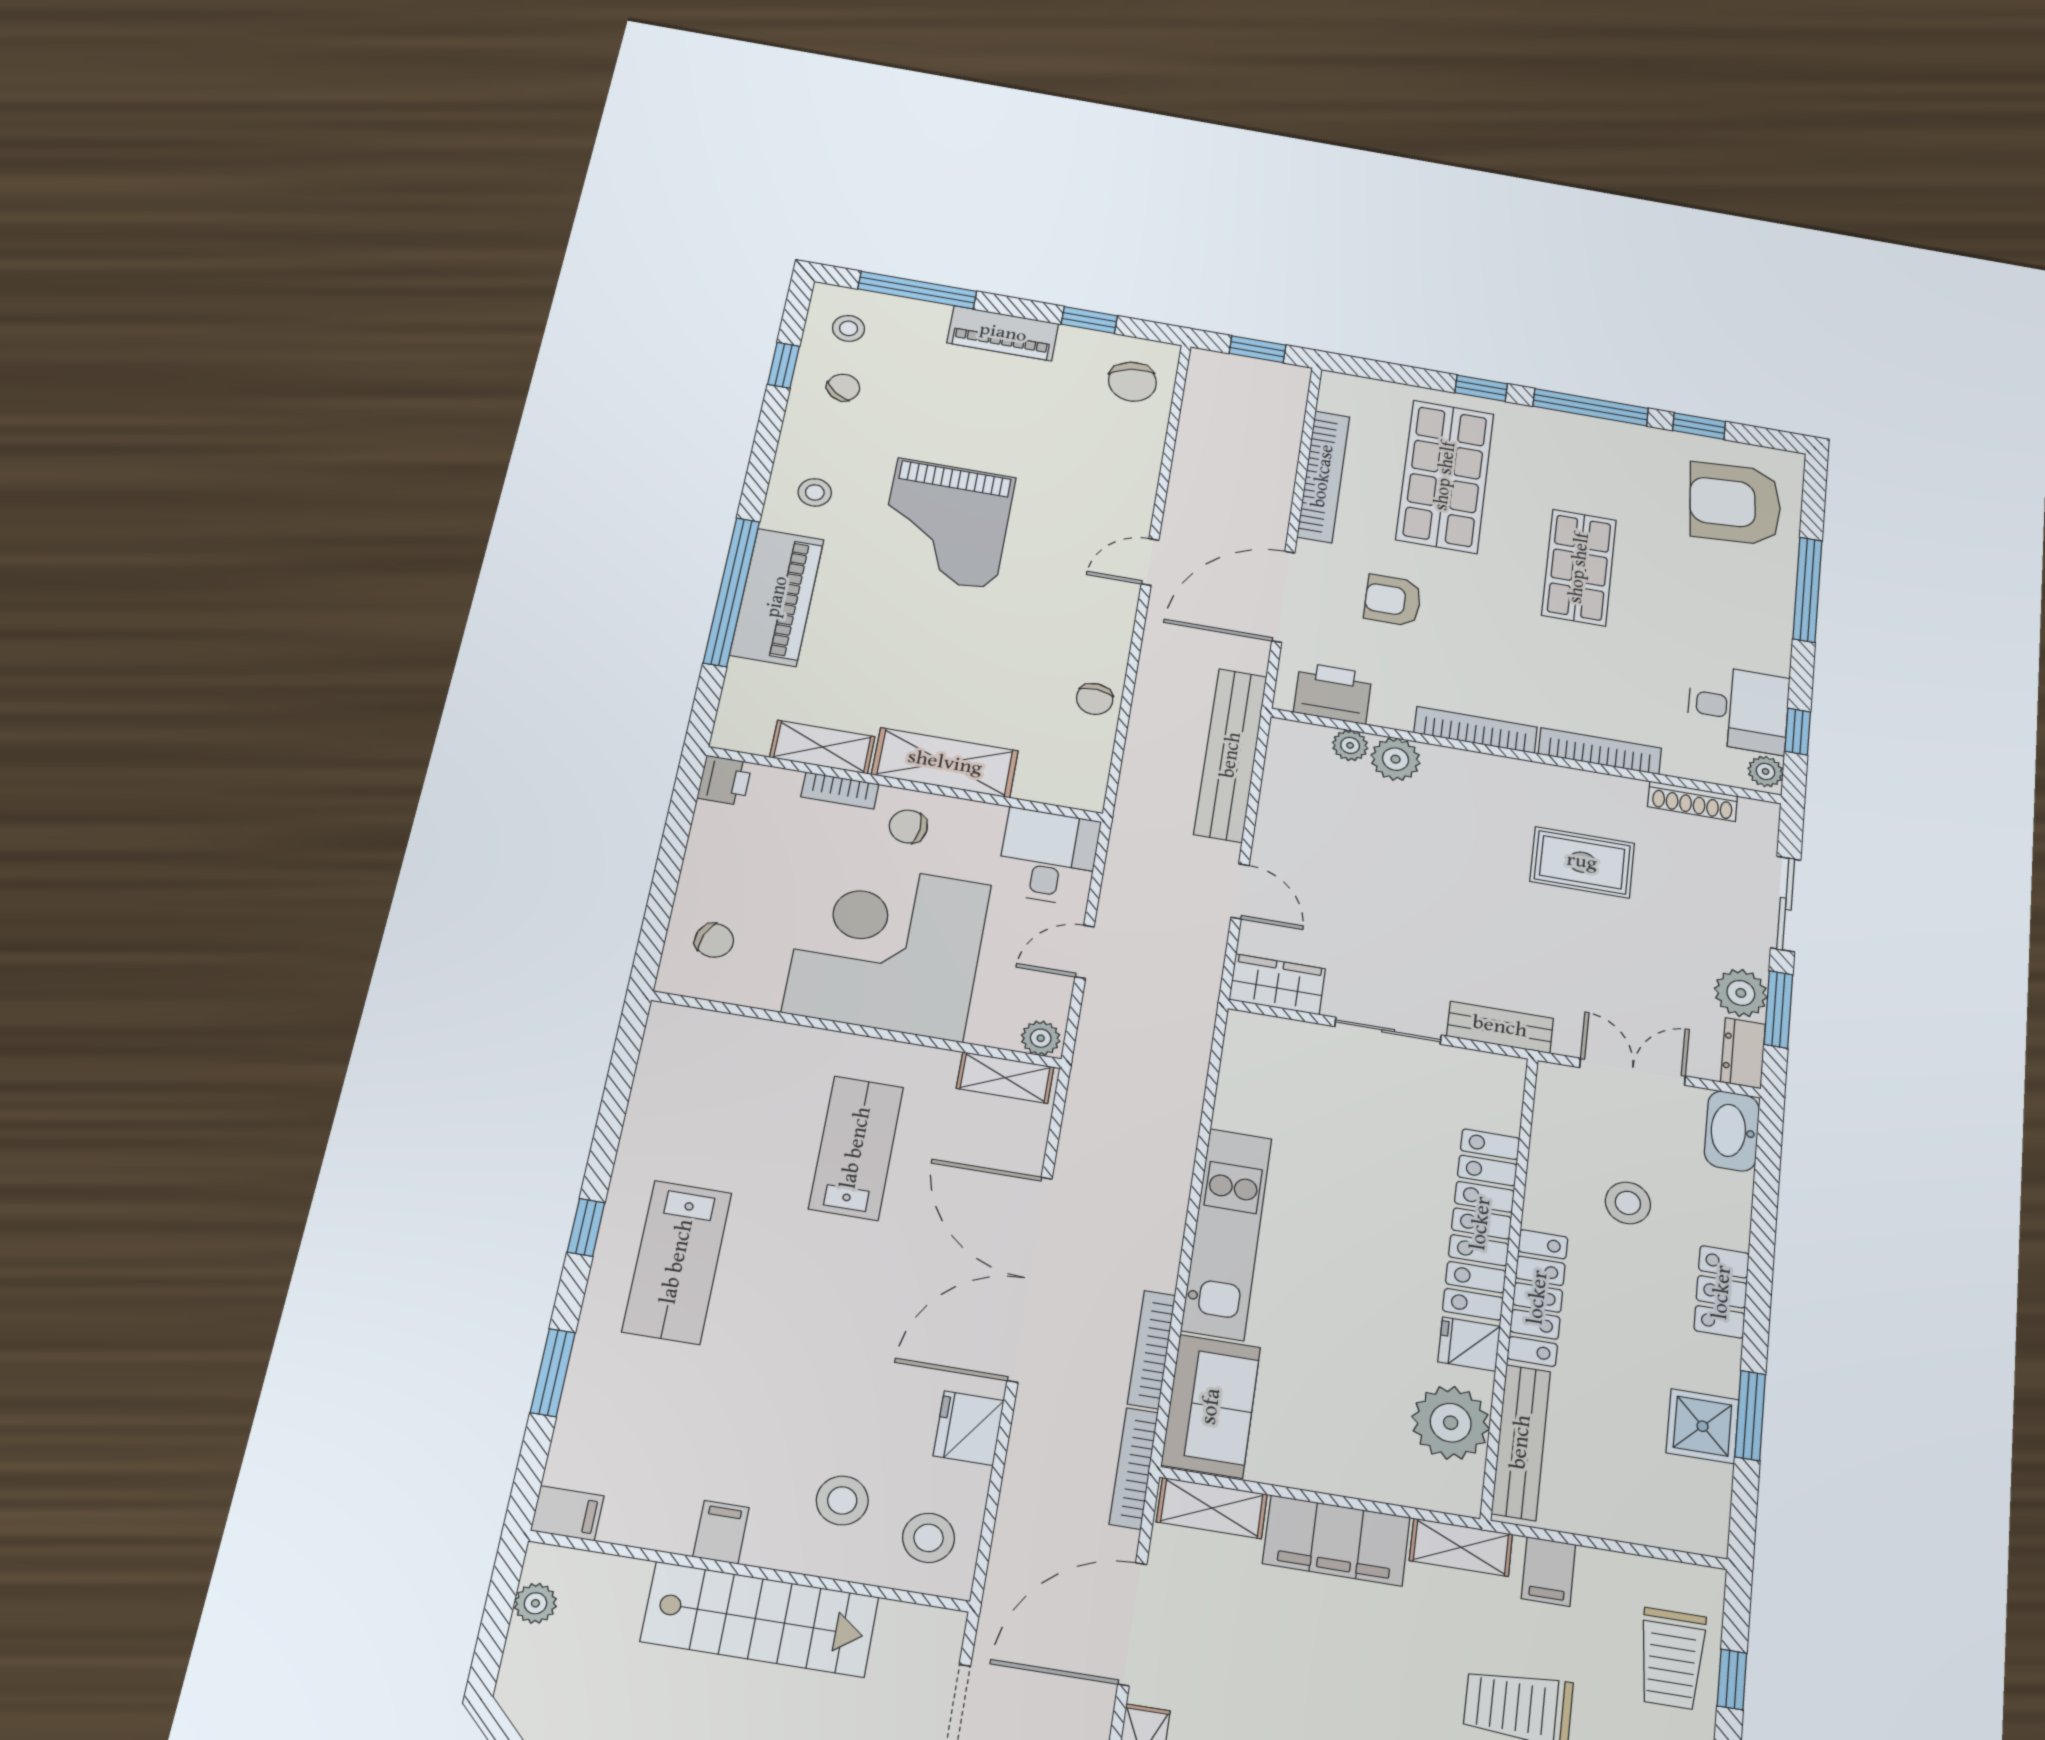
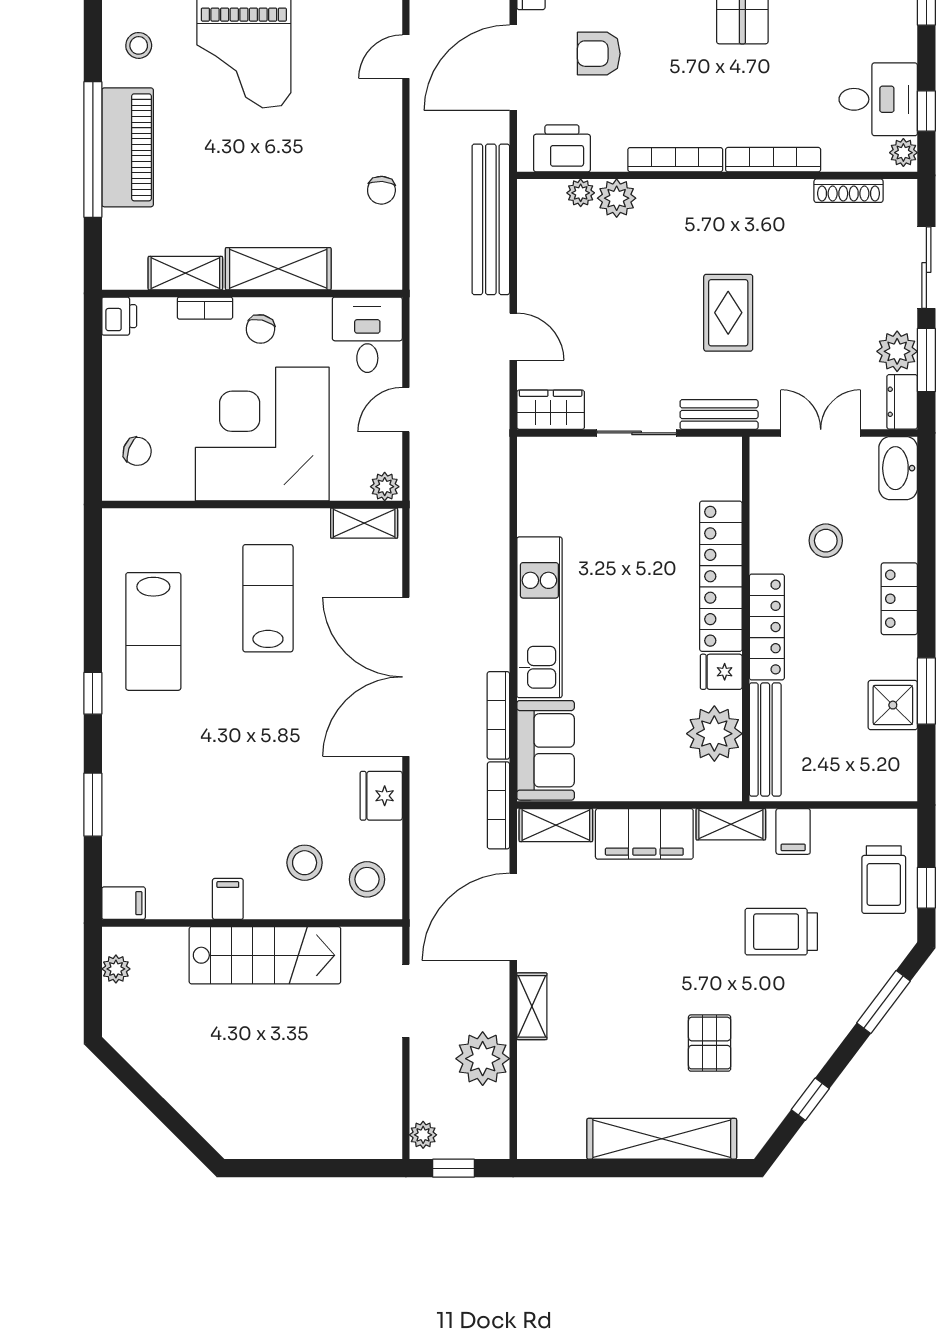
chair: (908, 827) -> (260, 329), turned -82
rug: (1582, 862) -> (728, 313), moved, turned 90
lab bench: (677, 1262) -> (153, 631), moved

